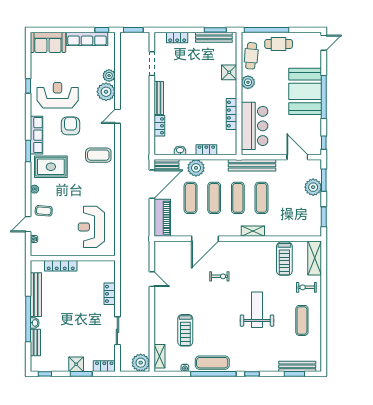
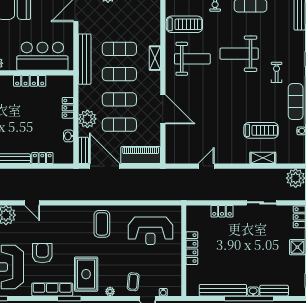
armchair: (70, 126) -> (42, 253), turned 90
coffee table: (98, 155) -> (102, 224), moved
locker: (61, 266) -> (192, 248), moved
weight bench: (252, 266) -> (192, 59), added
exercise bike: (219, 276) -> (277, 72), moved
shelving: (160, 356) -> (263, 158), moved

